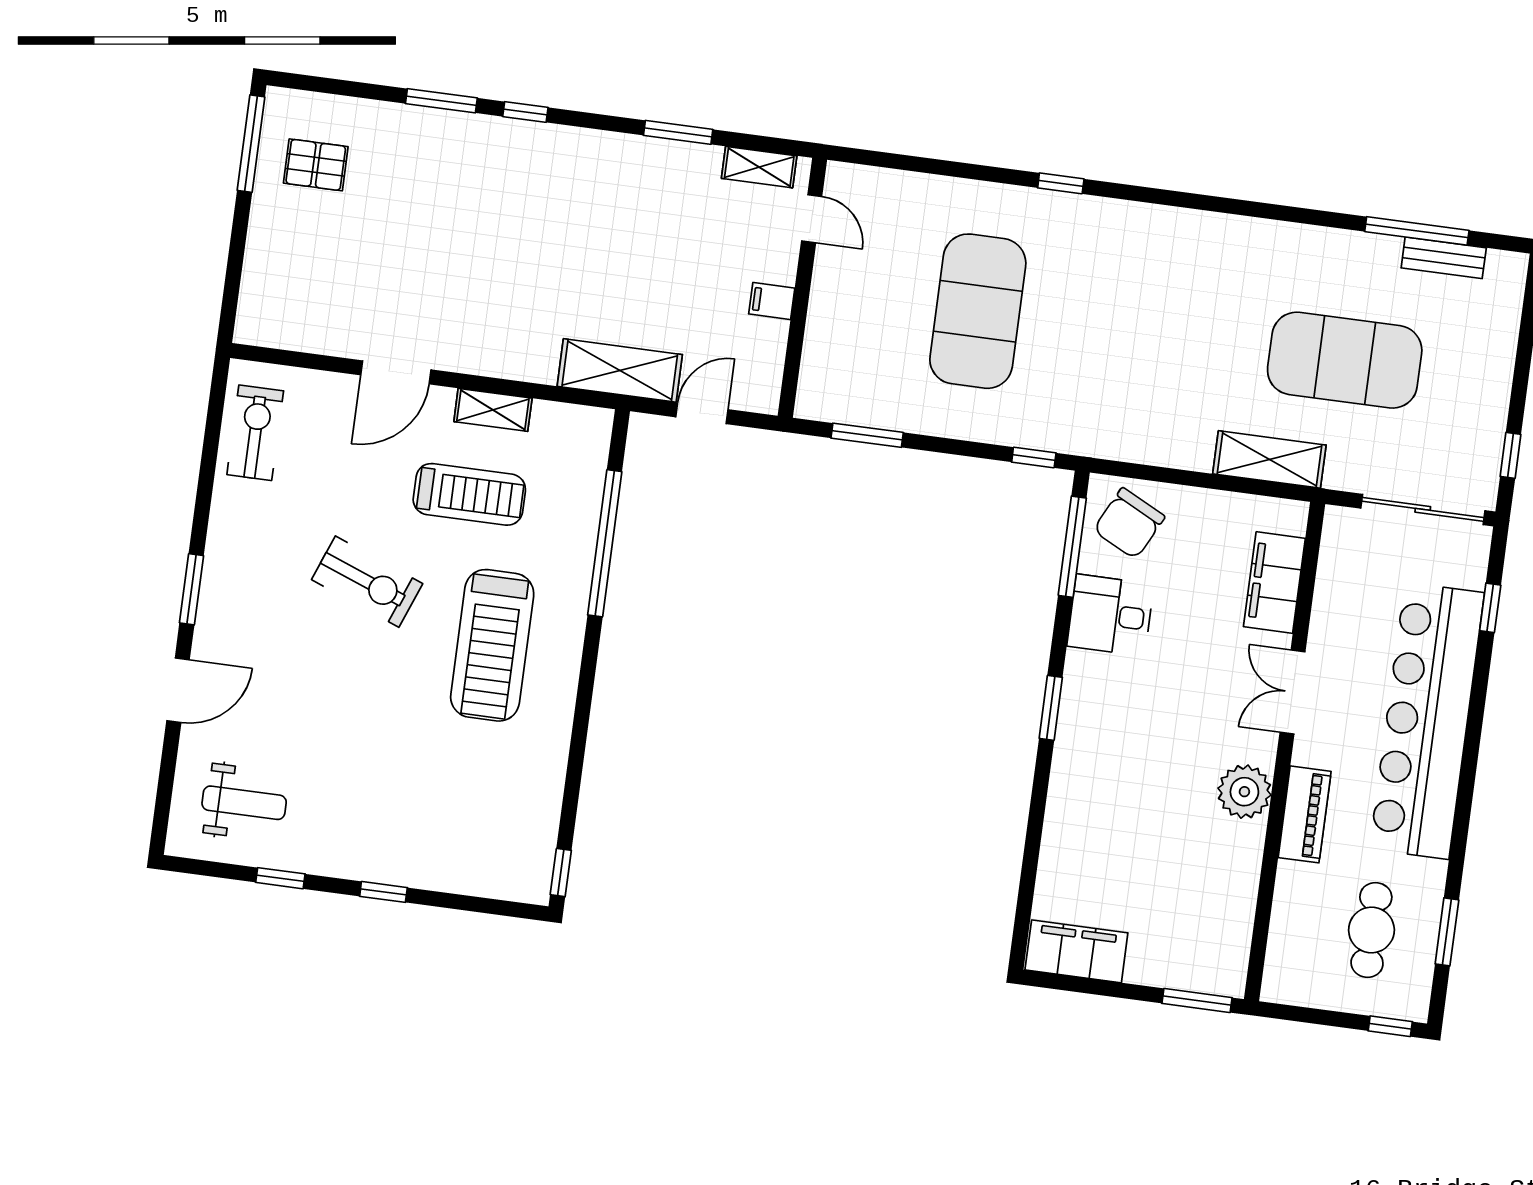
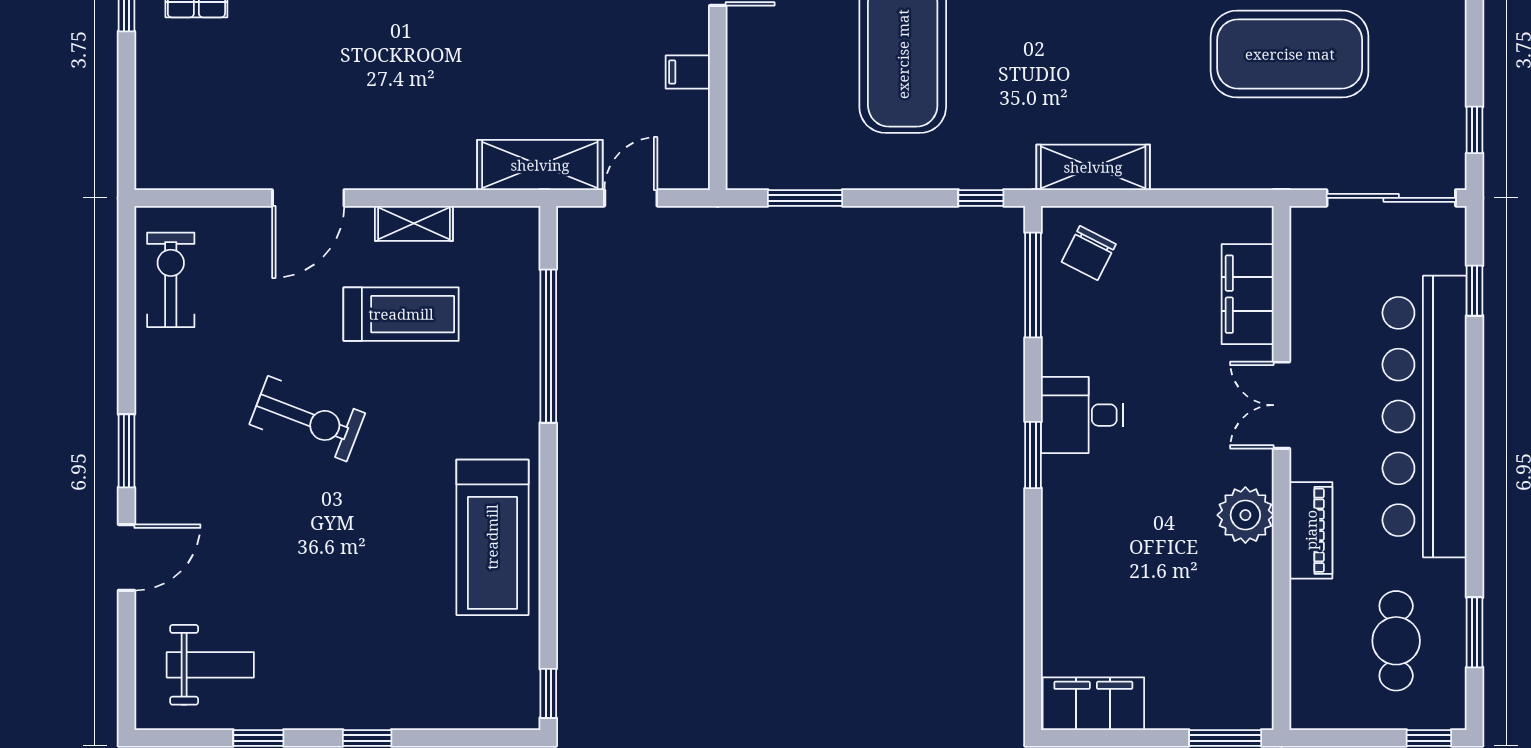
shelving: (1269, 459) -> (1093, 167), moved
chair: (1129, 523) -> (1089, 253), width x0.73, depth x0.73
desk: (1110, 615) -> (1082, 415), moved
treadmill: (492, 645) -> (492, 537), moved

